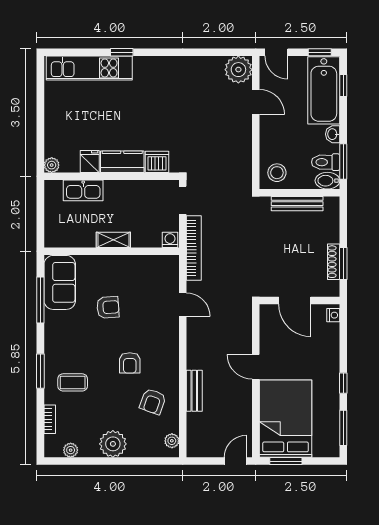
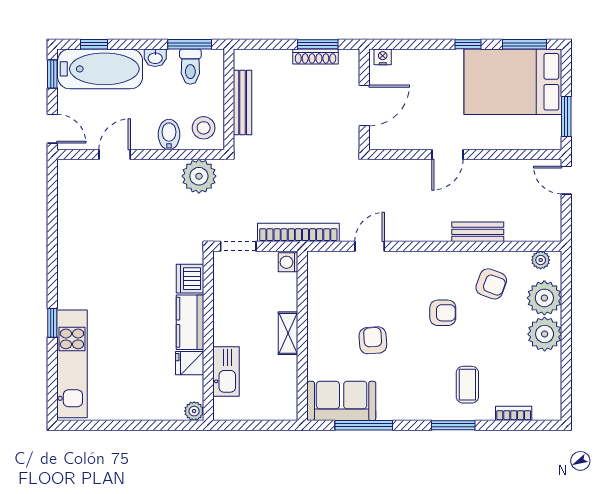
door: (276, 52) -> (52, 129), hinge flipped
plant: (238, 70) -> (199, 176), moved
bidet: (327, 181) -> (169, 134), moved, turned 180
bed: (286, 419) -> (513, 82), moved
plant: (71, 450) -> (544, 298), moved, width x1.87, depth x1.87

